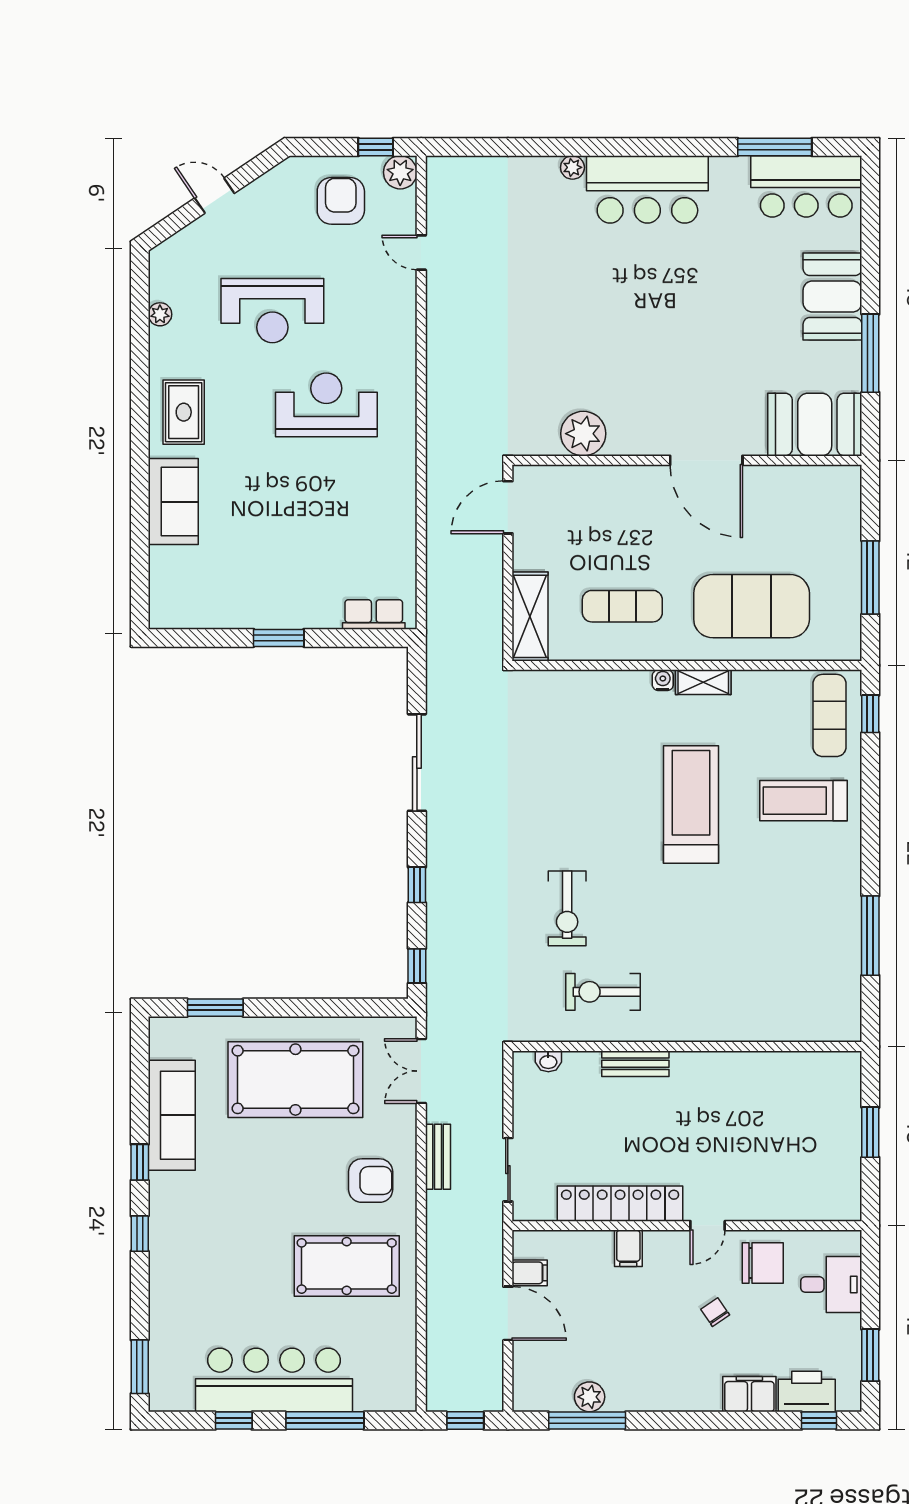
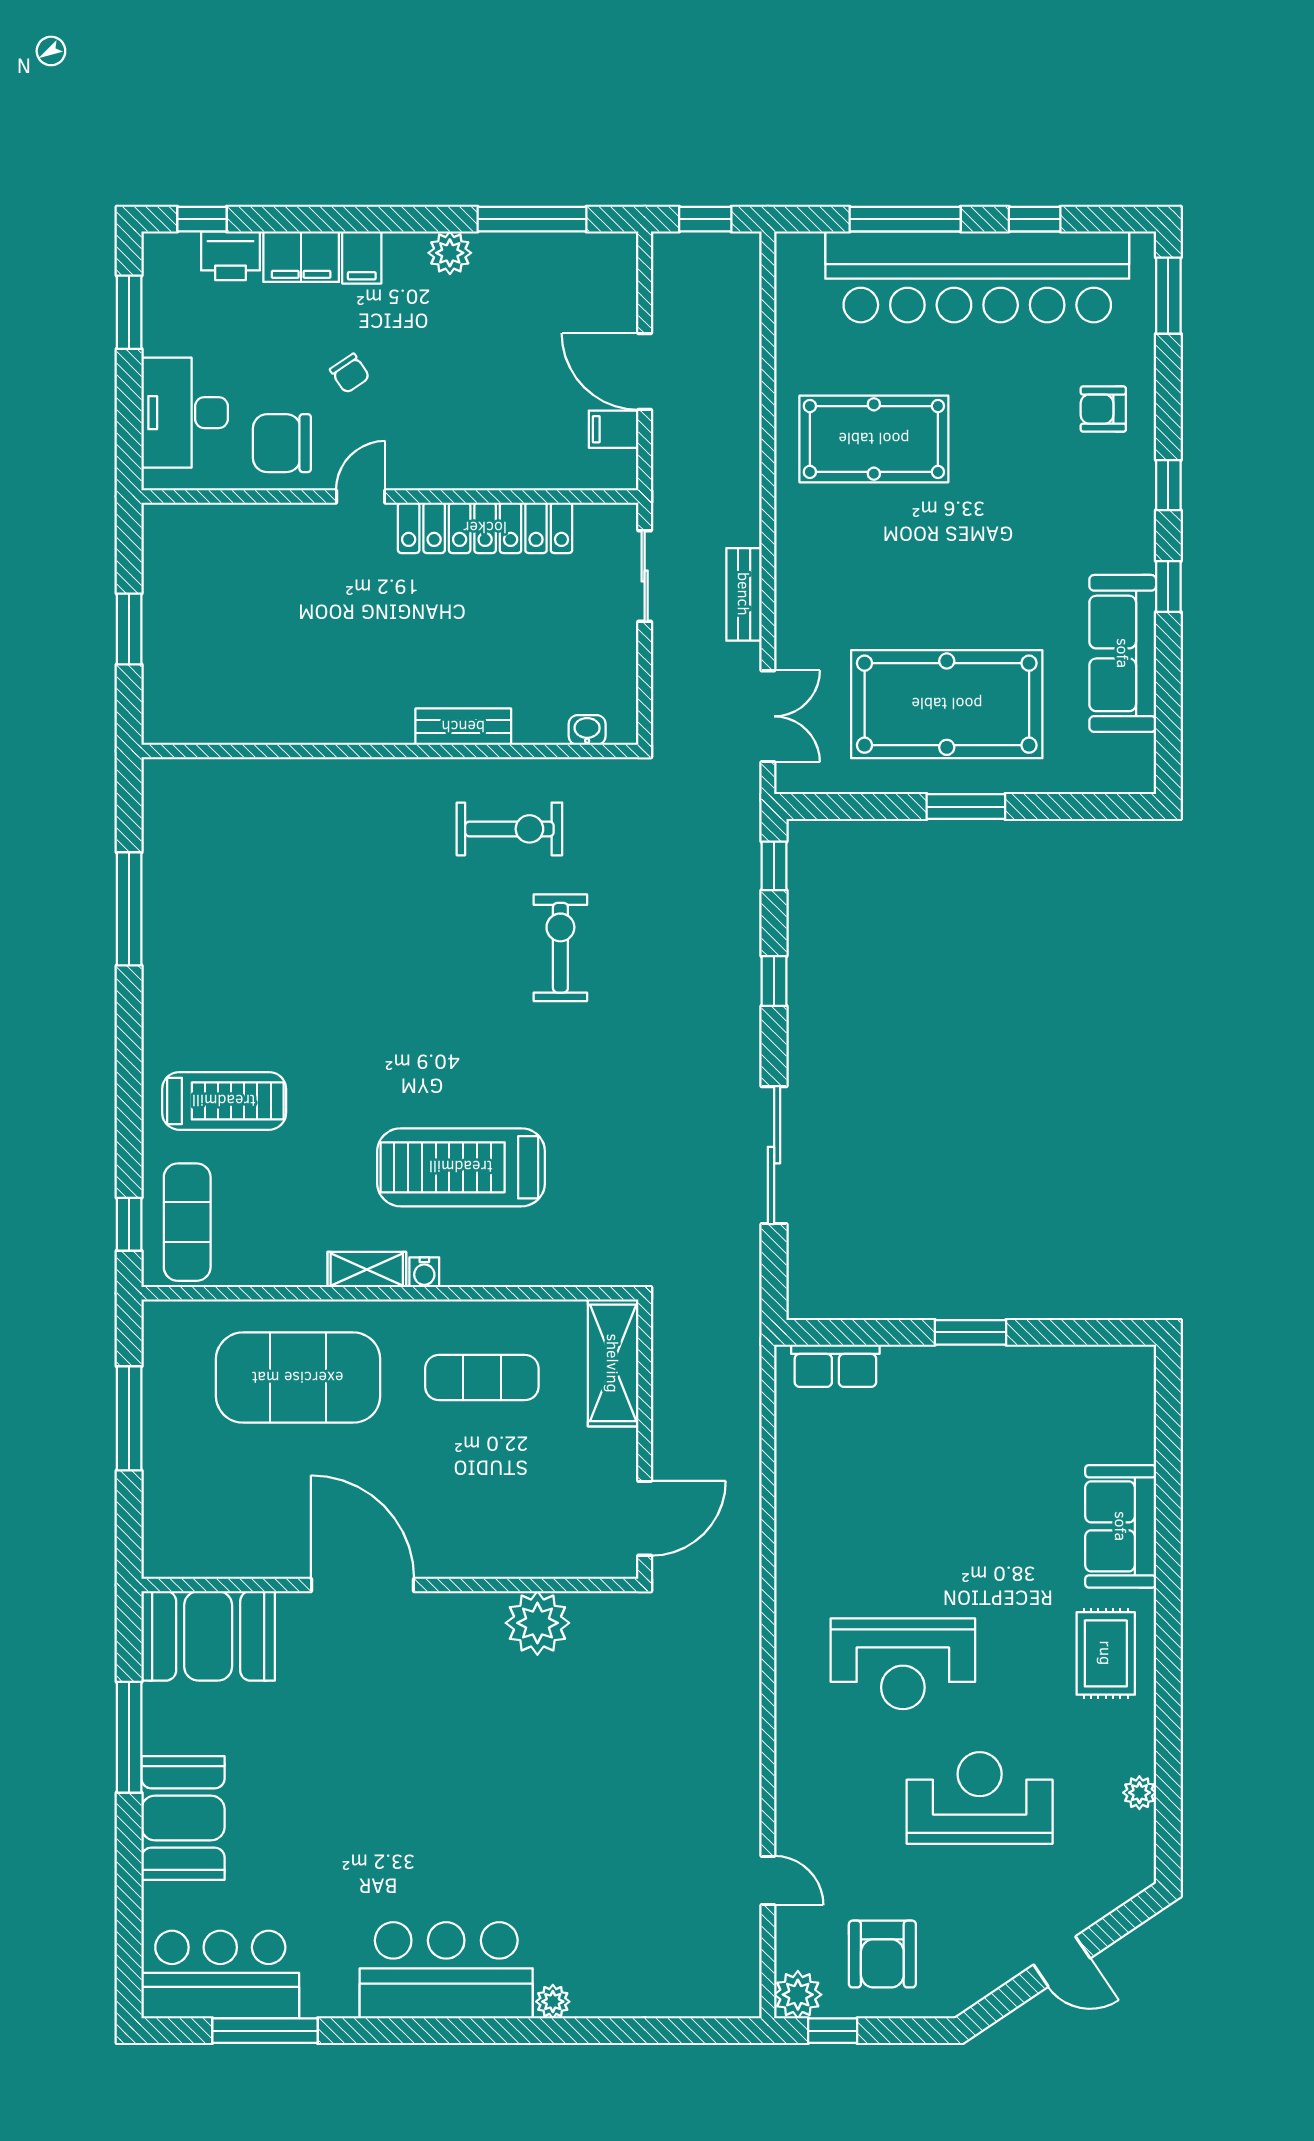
treadmill: (691, 805) -> (461, 1167), moved, turned 90
window: (215, 1008) -> (966, 807), moved
armchair: (371, 1181) -> (1103, 409), moved, width x0.72, depth x0.72
filing cabinet: (628, 1248) -> (362, 258), moved, turned 180
desk: (831, 1285) -> (185, 413), width x1.37
bar counter: (274, 1380) -> (977, 277), width x1.36
printer: (807, 1391) -> (231, 256), width x0.73, depth x0.84
plant: (590, 1397) -> (450, 253), moved

